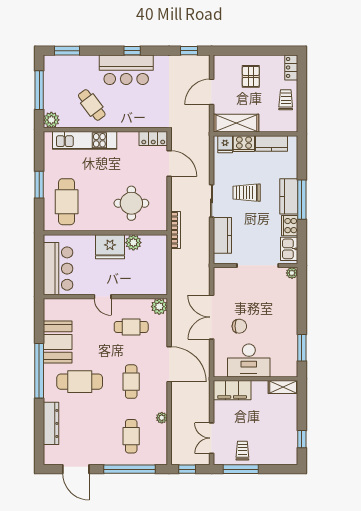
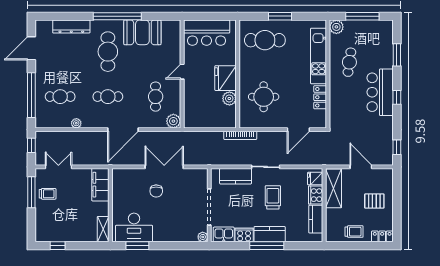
window: (67, 51) -> (397, 55), moved
cafe table: (92, 105) -> (349, 62), turned -45
locker: (153, 138) -> (320, 97), moved
desk: (249, 360) -> (134, 227), moved, turned -90

